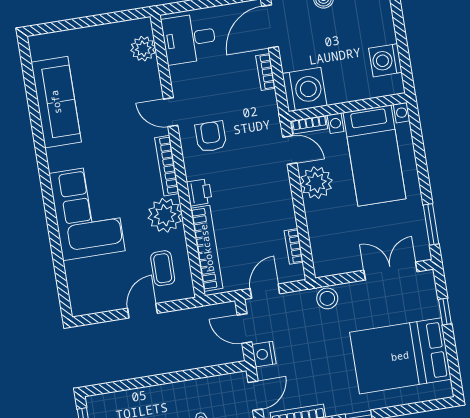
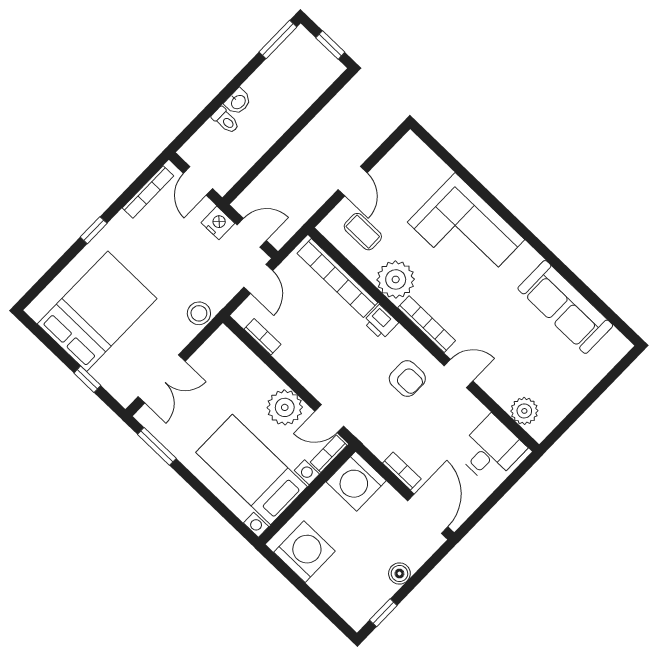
washing machine: (385, 60) -> (304, 552), width x1.37, depth x1.37

